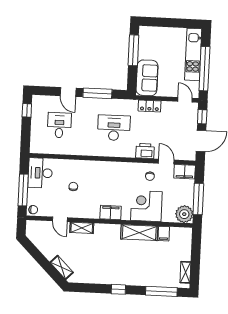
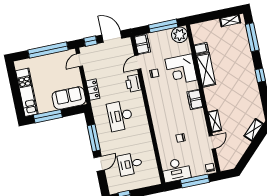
kitchen unit: (193, 54) -> (27, 92), moved, turned -90

